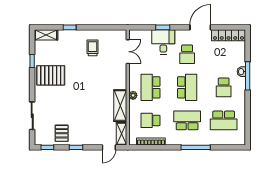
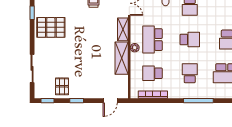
school desk: (187, 87) -> (190, 40), width x0.54
school desk: (187, 120) -> (190, 73), width x0.54
shelving: (121, 134) -> (123, 29), moved

